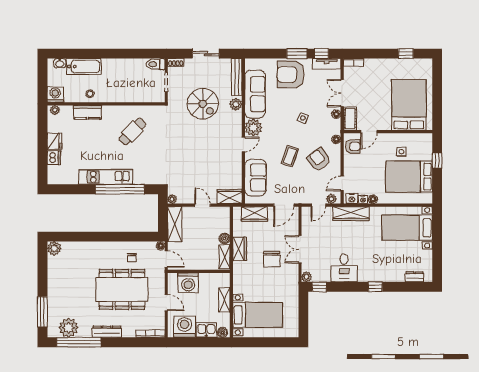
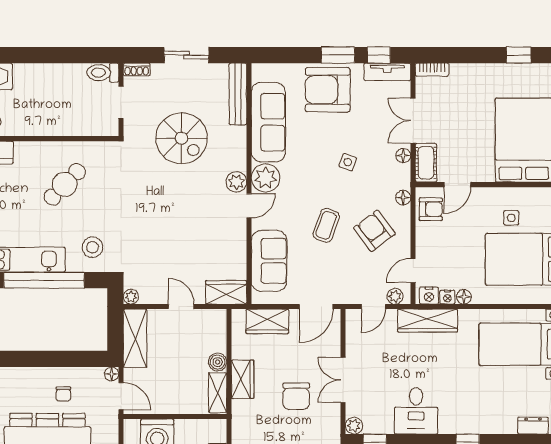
plant: (236, 104) -> (236, 182), moved
stool: (149, 169) -> (93, 247), added

